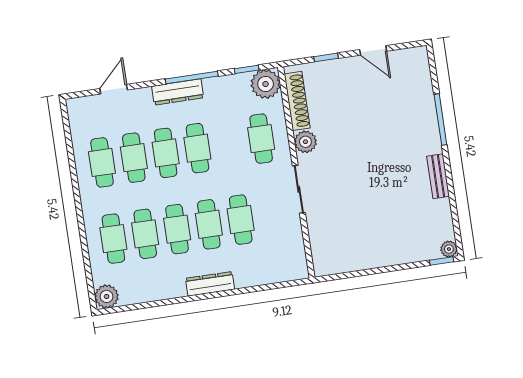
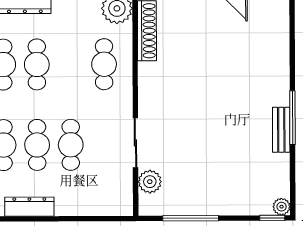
window: (440, 119) -> (292, 118), moved
plant: (305, 142) -> (150, 182), moved
sliding door: (299, 189) -> (135, 143), moved
window: (364, 273) -> (191, 218), added

